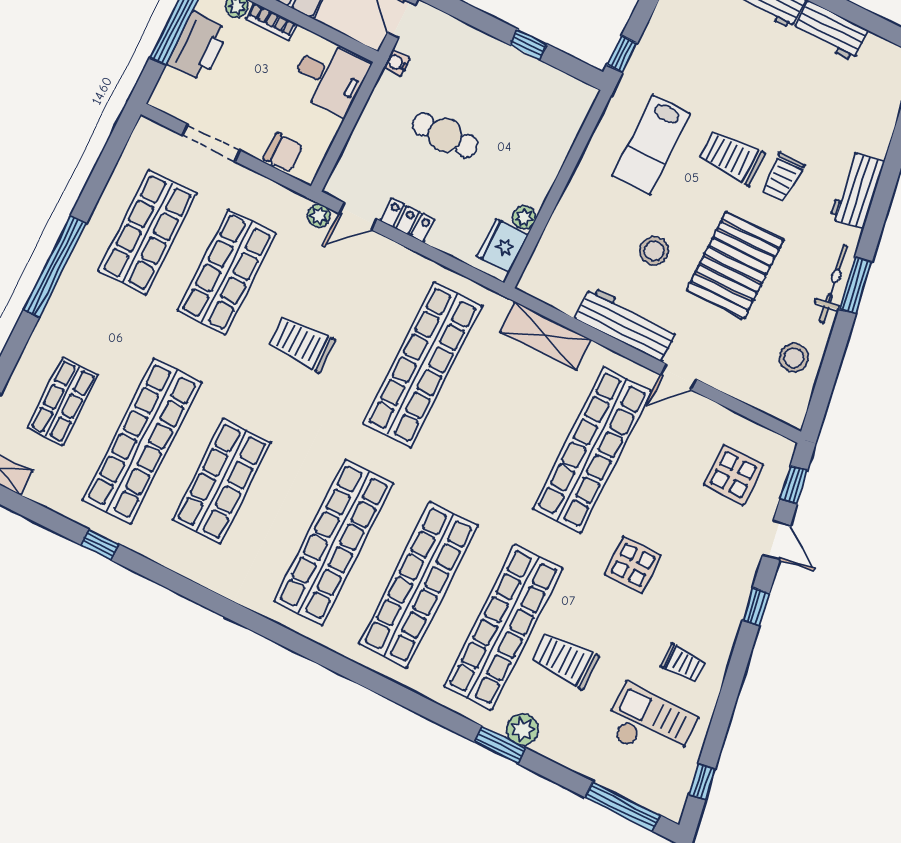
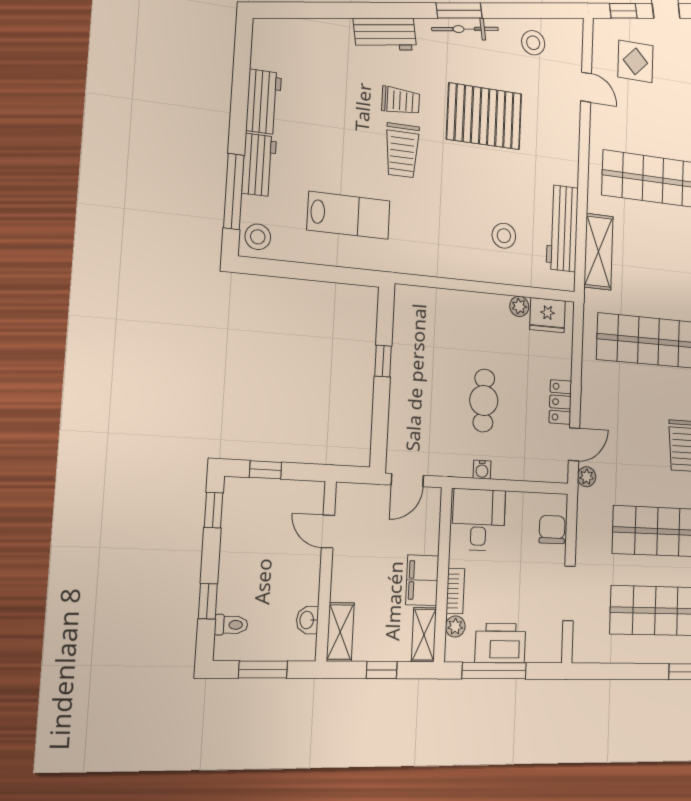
window: (622, 54) -> (358, 277), removed
water cooler: (397, 63) -> (482, 470), moved
lab bench: (651, 145) -> (349, 215), moved
door: (358, 216) -> (574, 444), hinge flipped
stool: (654, 251) -> (504, 236), moved
workbench: (626, 324) -> (562, 228), moved
door: (679, 377) -> (586, 87), moved

